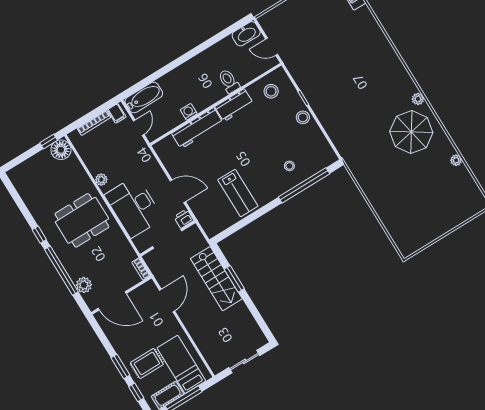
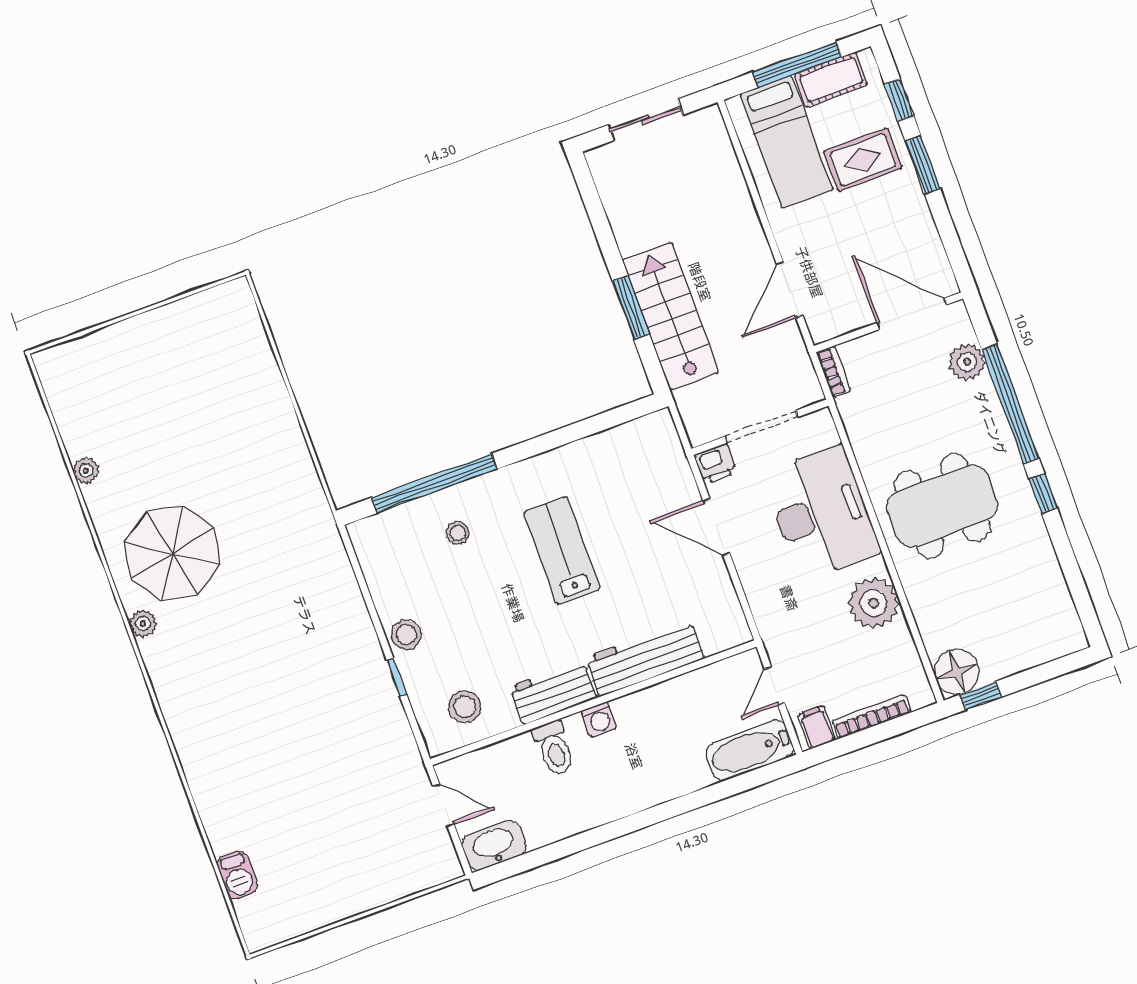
washing machine: (189, 112) -> (599, 719), moved
plant: (101, 180) -> (874, 603), width x1.87, depth x1.87
lab bench: (238, 193) -> (562, 550), moved

